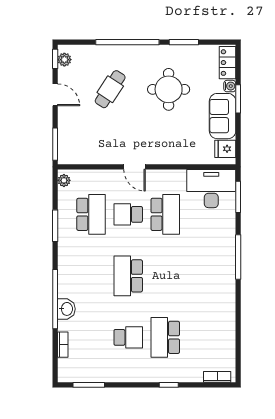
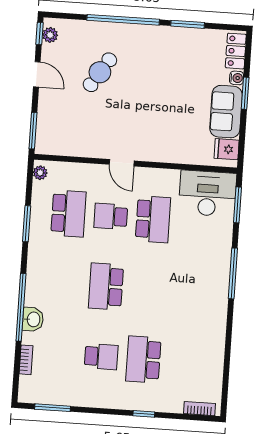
round table: (169, 89) -> (166, 77), removed

